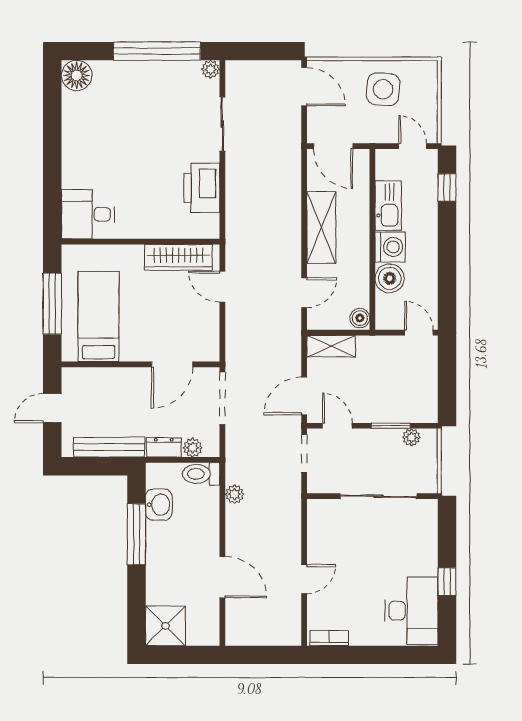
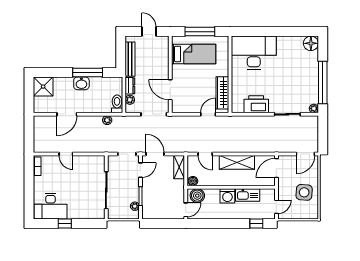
desk: (88, 214) -> (254, 53), width x1.87, depth x1.30
boiler: (390, 278) -> (197, 196), moved
washbasin: (159, 505) -> (81, 83), moved

